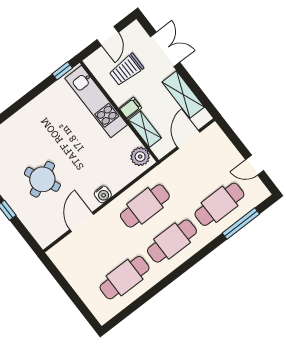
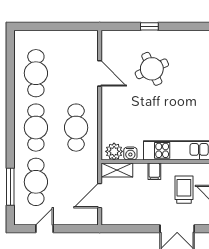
shelving: (183, 95) -> (135, 217), removed
shelving: (145, 129) -> (117, 170), moved
door: (188, 139) -> (100, 196), swing flipped
water cooler: (103, 194) -> (130, 153), moved, turned -90

